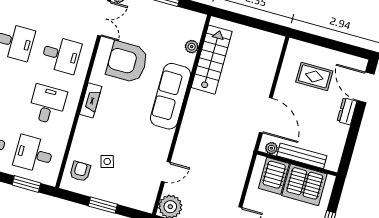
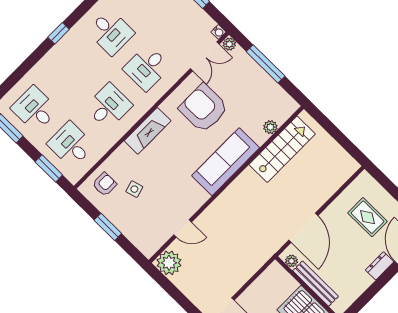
desk: (61, 55) -> (147, 68), turned 90
fireplace: (91, 100) -> (148, 131), width x1.37, depth x1.32
server rack: (274, 176) -> (280, 288), removed

